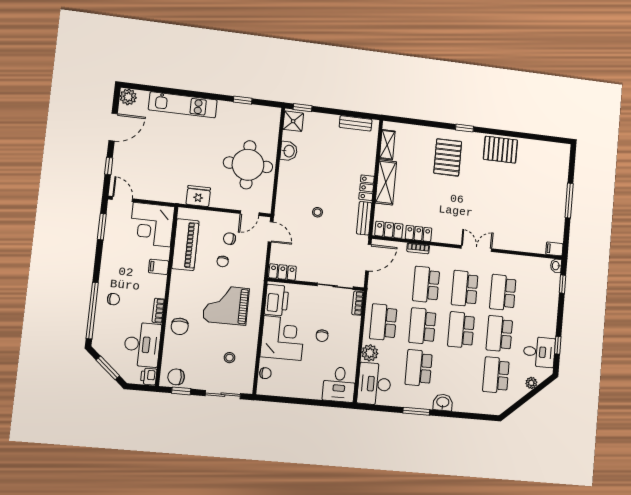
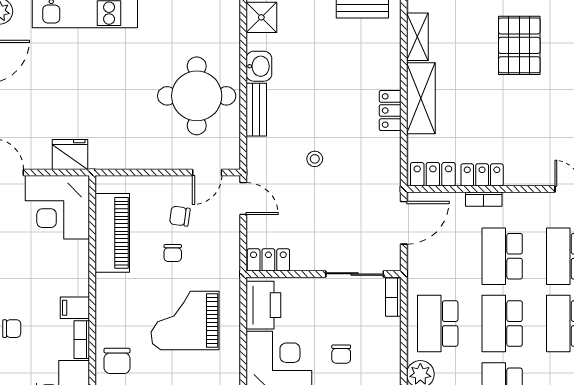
fridge: (198, 196) -> (70, 154), moved
bench: (364, 218) -> (256, 110), moved
filing cabinet: (159, 267) -> (75, 308), moved

